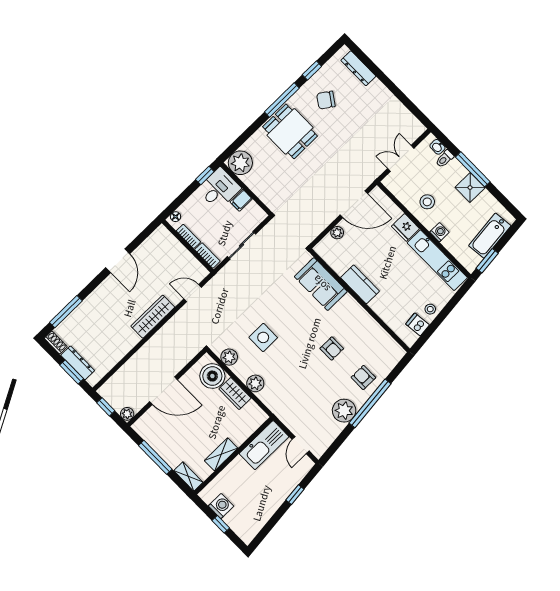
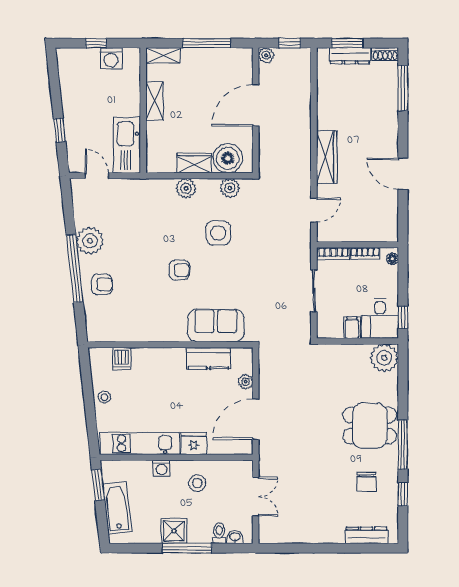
chair: (326, 100) -> (367, 482), turned 145
kitchen counter: (360, 284) -> (208, 358), moved
dishwasher: (418, 324) -> (122, 359), moved, turned 96
armchair: (332, 349) -> (179, 270), moved, turned 180

